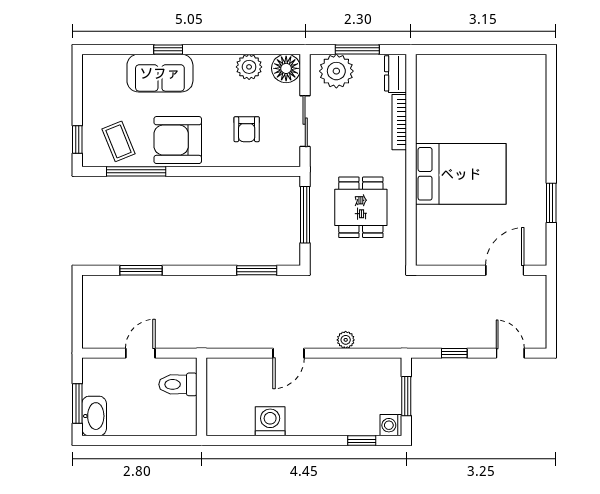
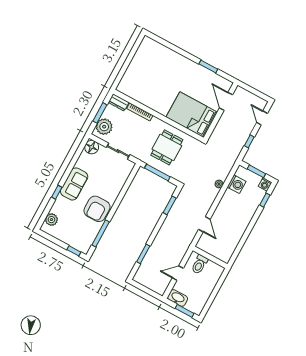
plant: (249, 67) -> (51, 220), moved
sofa: (160, 73) -> (74, 184), moved
armchair: (247, 129) -> (108, 177), removed
coffee table: (119, 141) -> (84, 234), removed
bed: (461, 174) -> (192, 115), moved, turned -90
dining table: (361, 207) -> (167, 147), turned 90
door: (140, 353) -> (178, 273), hinge flipped
door: (289, 353) -> (204, 224), moved
door: (510, 353) -> (262, 118), hinge flipped
washbasin: (94, 416) -> (178, 298), moved
washing machine: (270, 421) -> (237, 184), moved, turned 180

